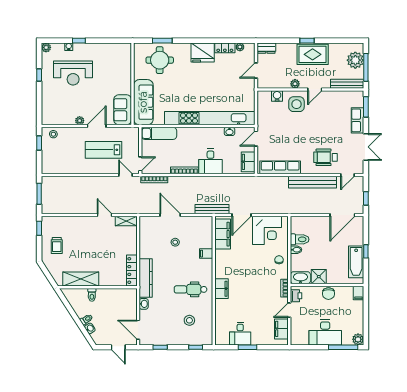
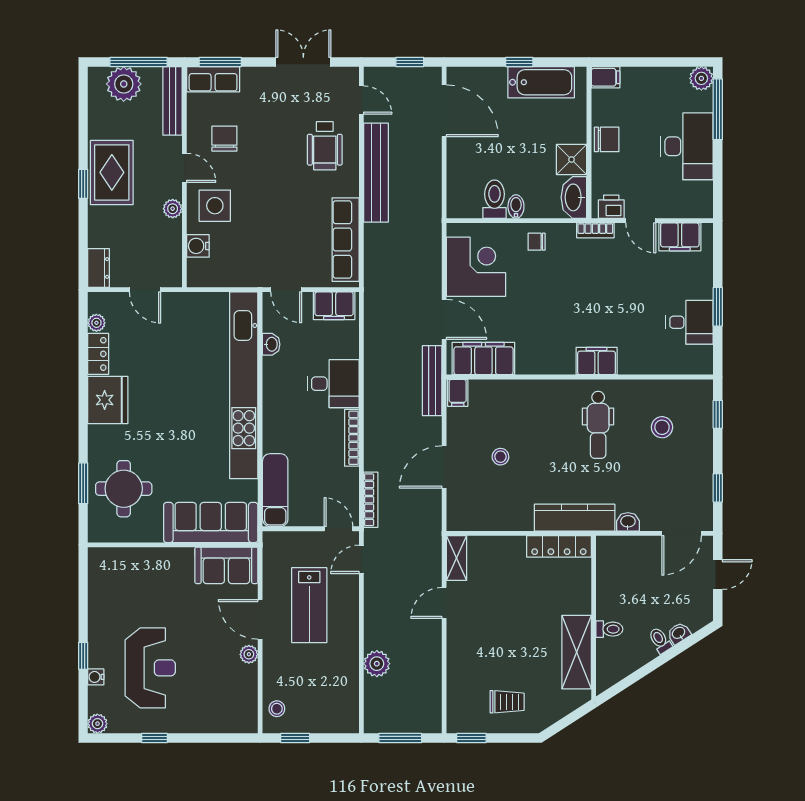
chair: (329, 109) -> (224, 139), added
row of seats: (358, 120) -> (213, 79), moved
plant: (75, 182) -> (377, 664), added
filing cabinet: (206, 254) -> (458, 393), moved

